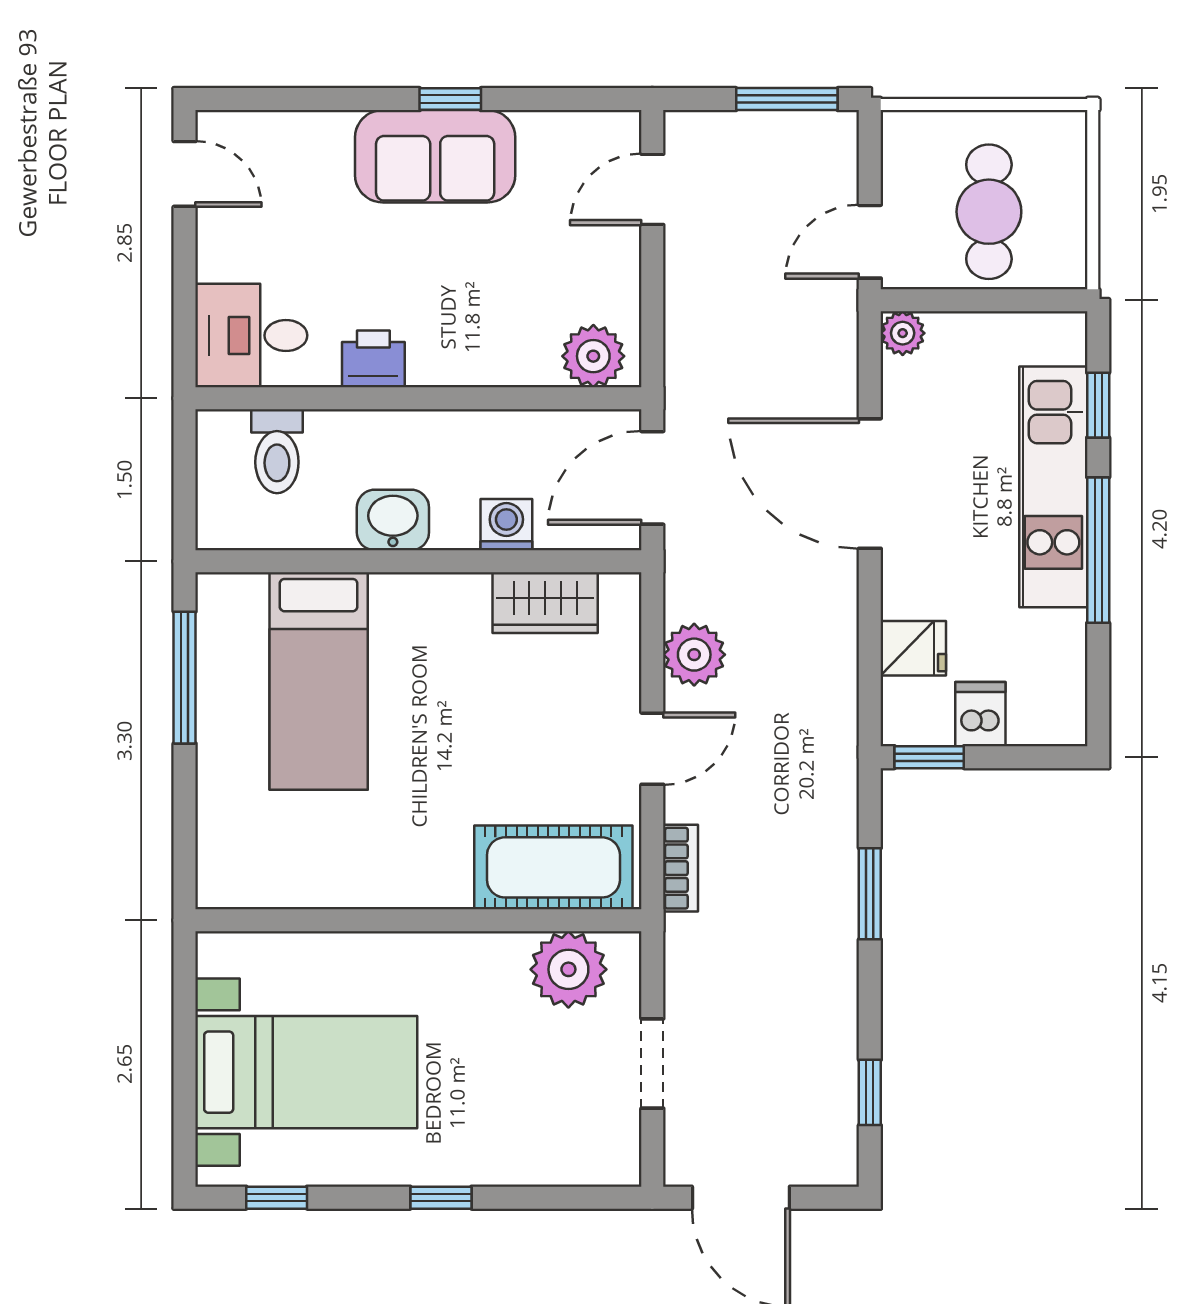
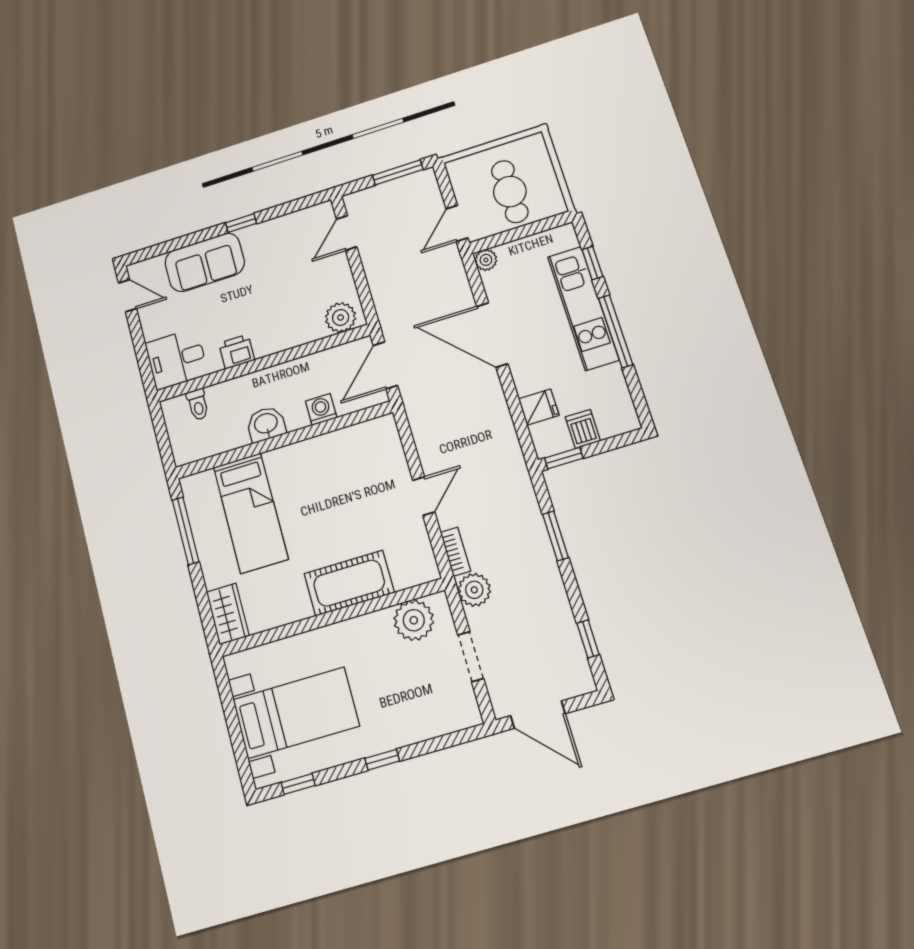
sofa: (435, 156) -> (205, 262), moved
toilet: (277, 451) -> (198, 404), width x0.73, depth x0.72
wardrobe: (545, 603) -> (228, 614), moved, turned -90
plant: (694, 655) -> (474, 590), moved
cot: (553, 867) -> (349, 583), moved

